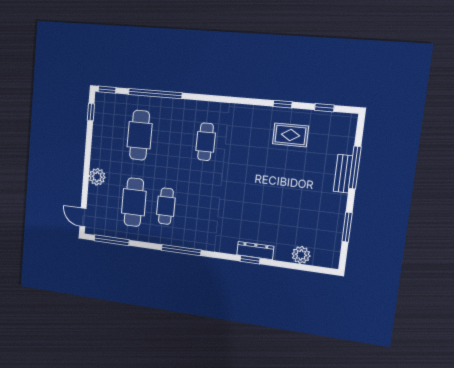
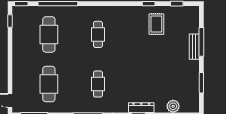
rug: (290, 135) -> (156, 24), turned 90
plant: (97, 177) -> (19, 68), removed
cafe table: (166, 206) -> (98, 84), moved

